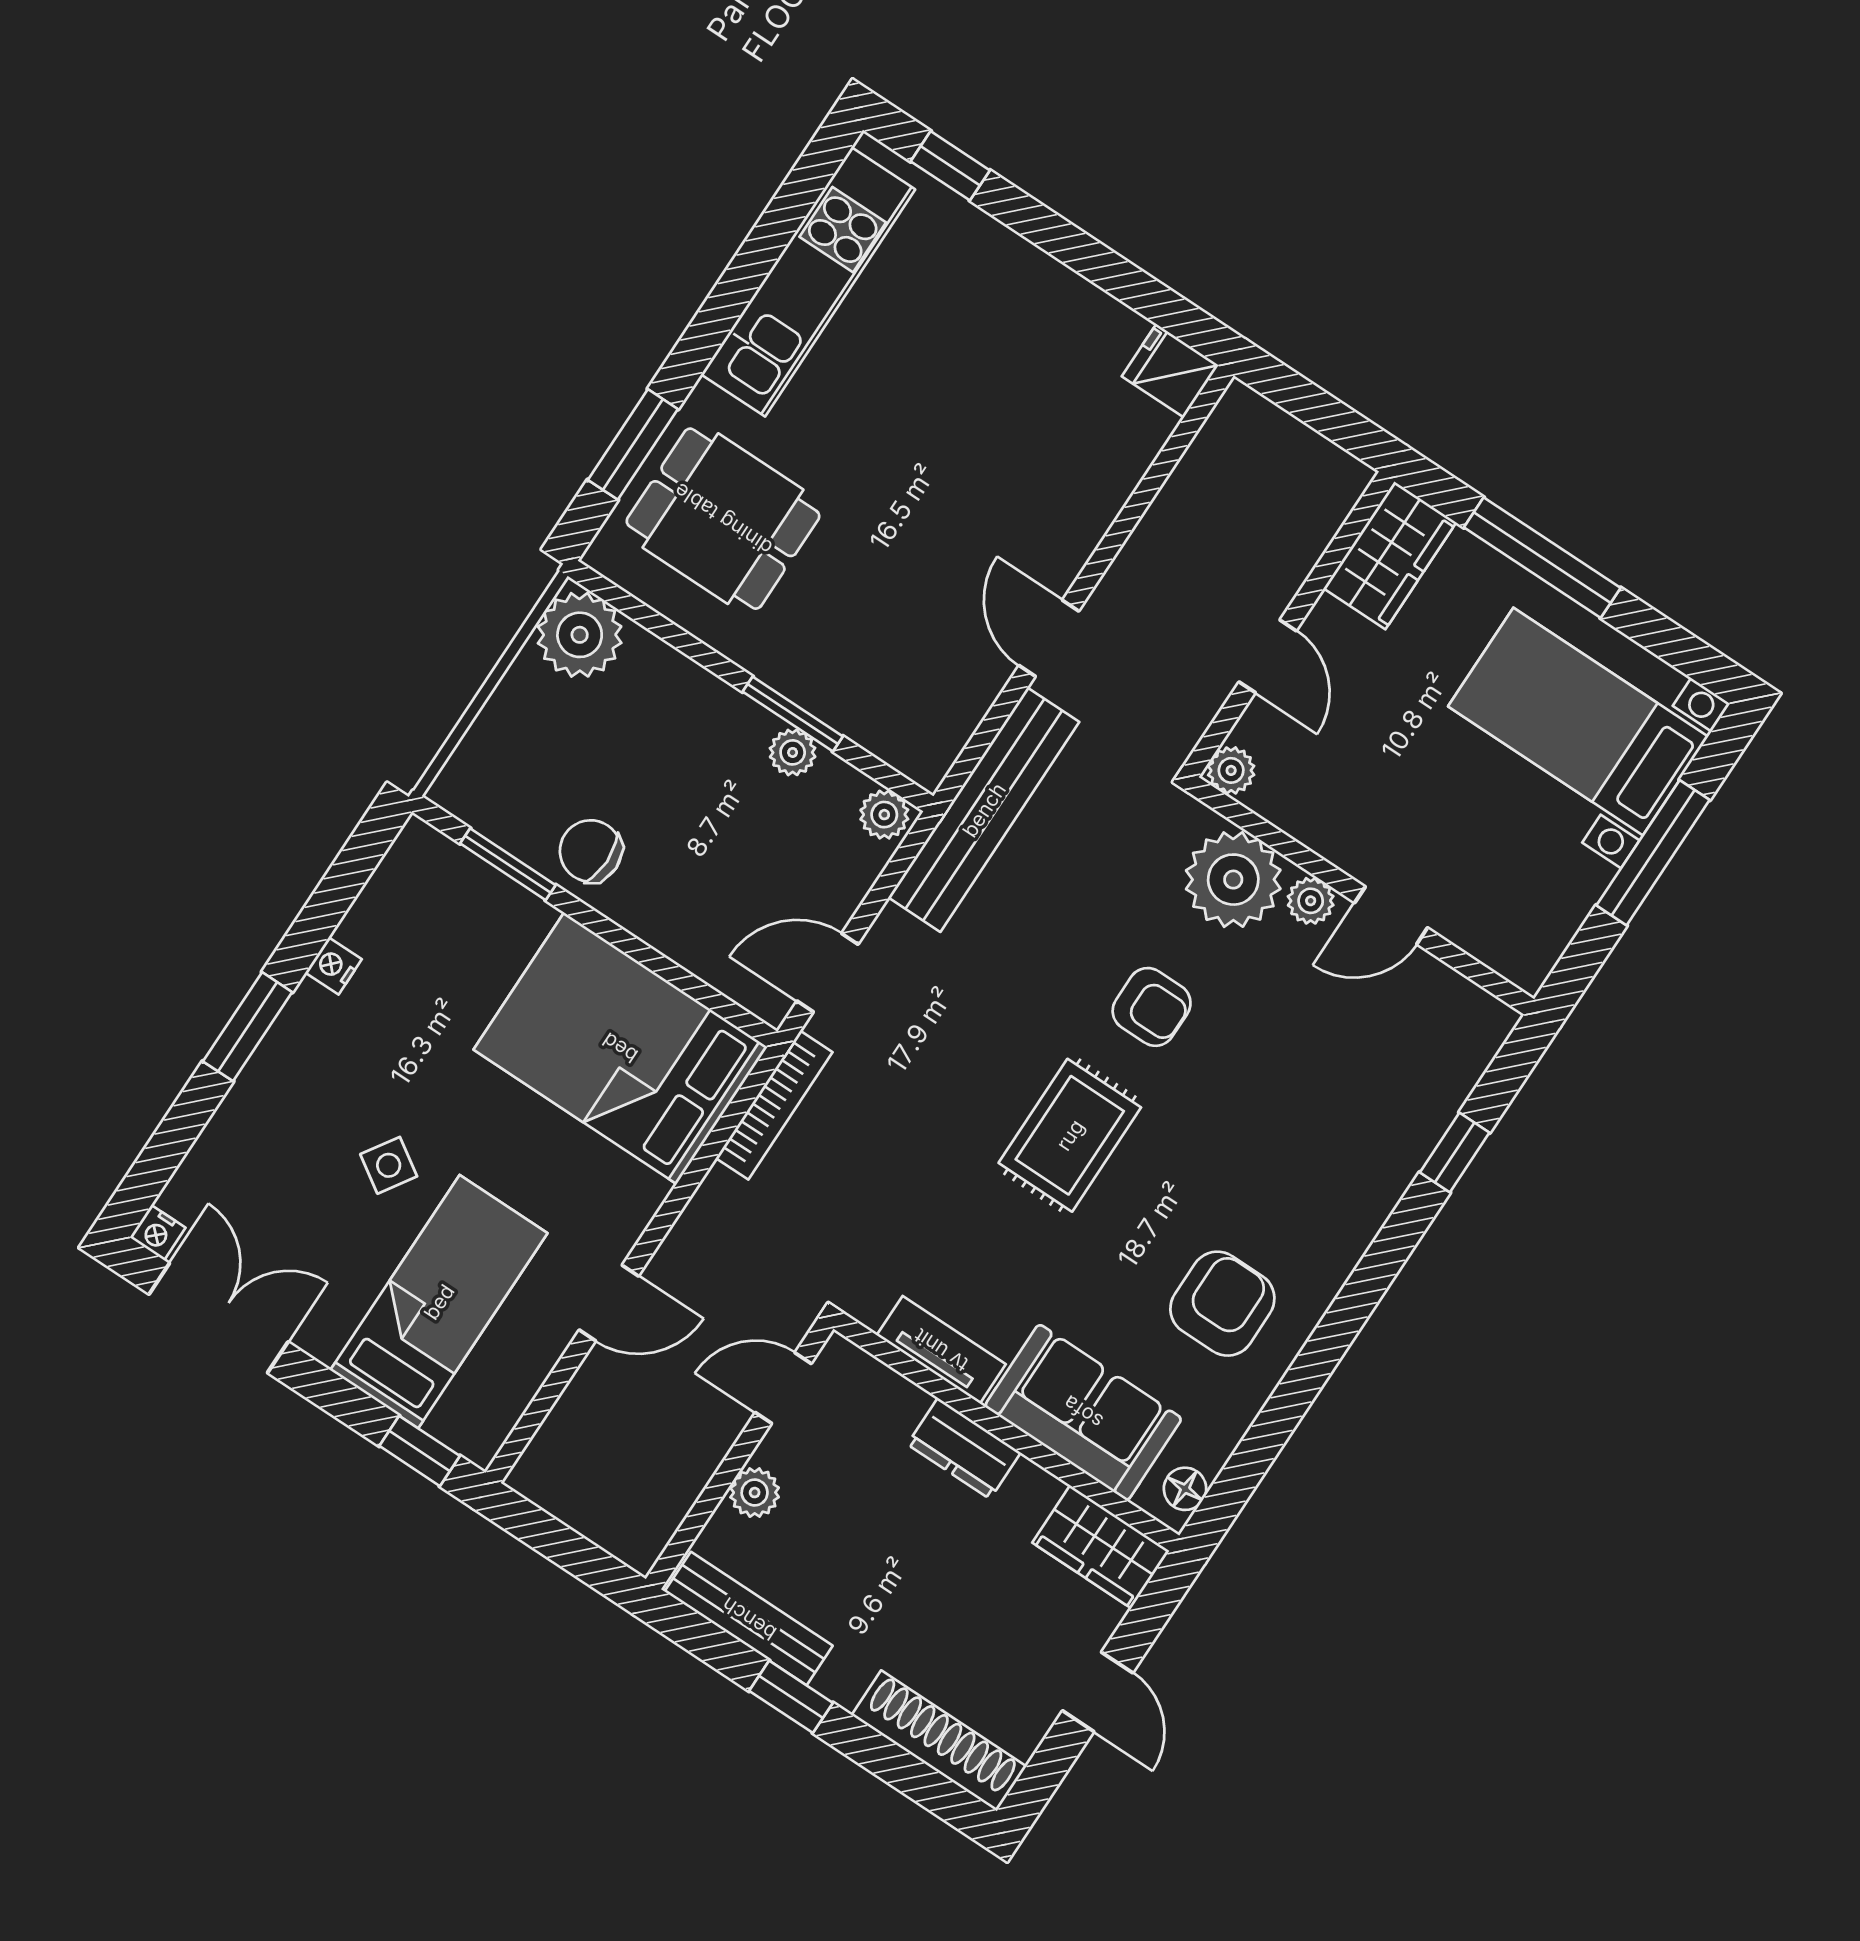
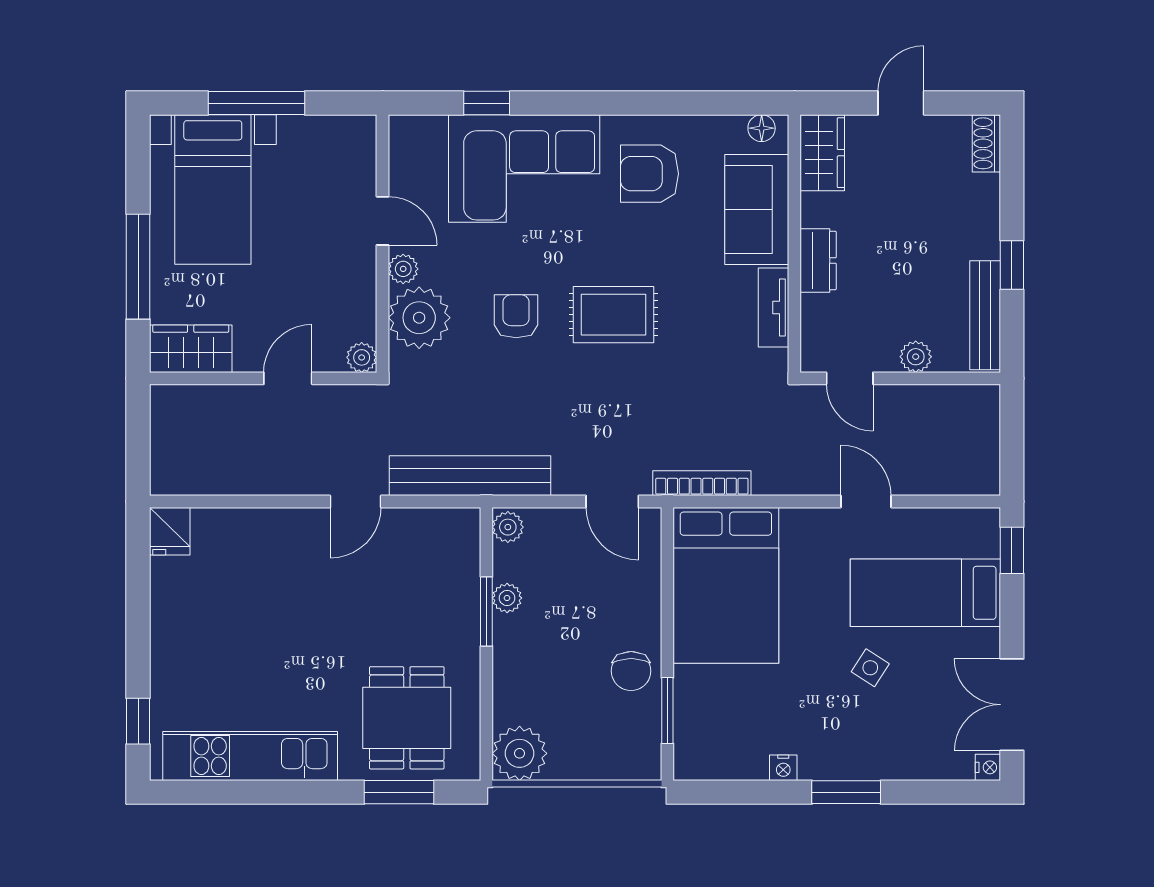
corner sofa: (1337, 1145) -> (524, 168), added
shoe rack: (939, 1741) -> (986, 143), width x0.51, depth x0.81

